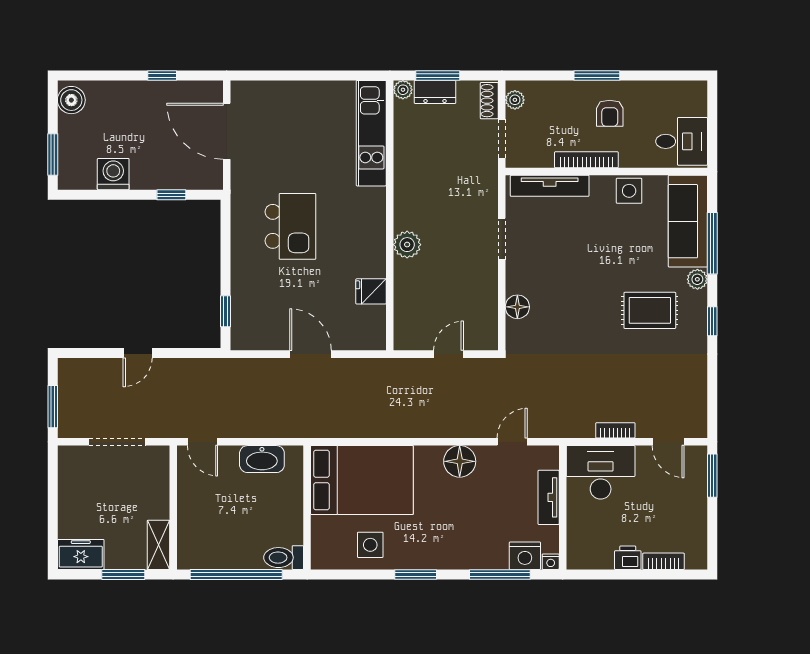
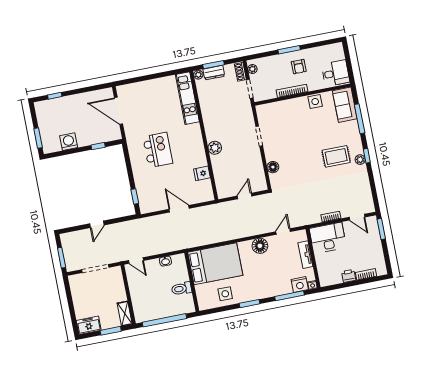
window: (162, 75) -> (55, 96), moved
boiler: (71, 100) -> (42, 110), removed
tv unit: (550, 186) -> (277, 107), removed
sofa: (688, 221) -> (345, 105), width x0.73
plant: (697, 279) -> (360, 160), moved
washbasin: (262, 459) -> (165, 261), width x0.52, depth x0.69
toilet: (284, 558) -> (181, 289), moved

